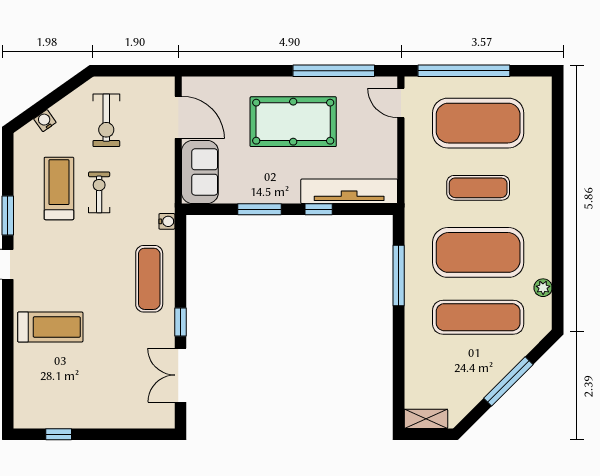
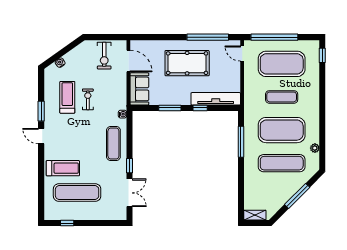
window: (558, 107) -> (322, 55), added
exercise bike: (106, 120) -> (104, 56), moved
exercise mat: (78, 375) -> (77, 193), added
double door: (180, 375) -> (129, 193), swing flipped

